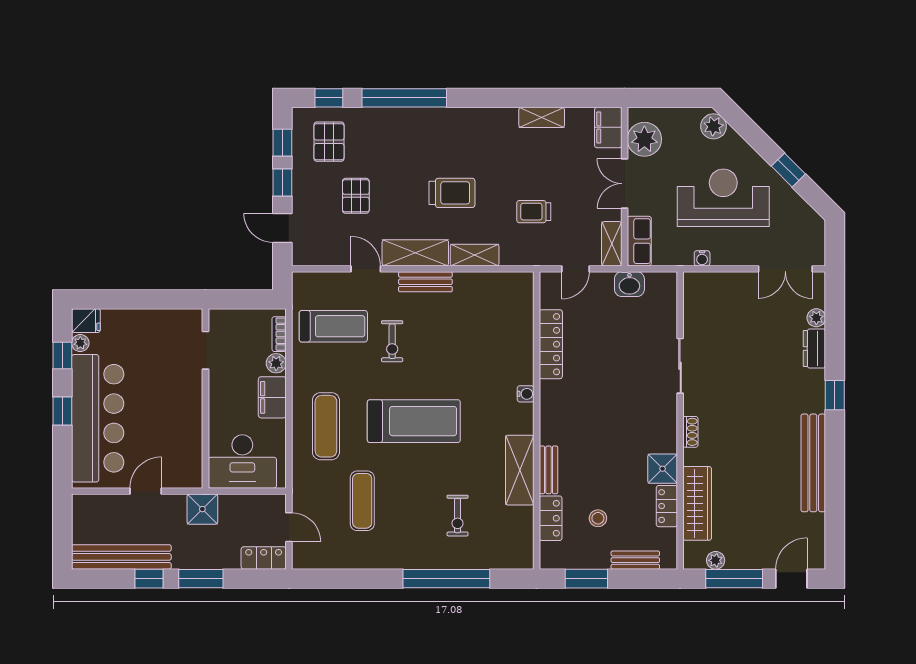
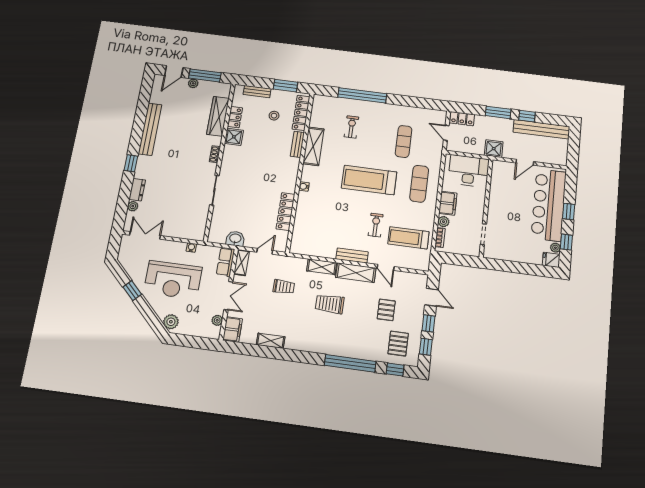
plant: (644, 139) -> (217, 320), width x0.53, depth x0.53
locker: (551, 518) -> (301, 113), width x1.53
plant: (716, 560) -> (193, 83), moved

